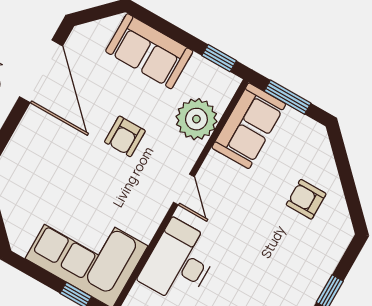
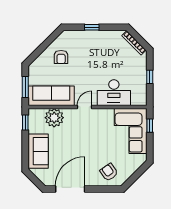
sofa: (249, 126) -> (51, 96), width x1.36
armchair: (125, 136) -> (109, 172), moved, turned -125

